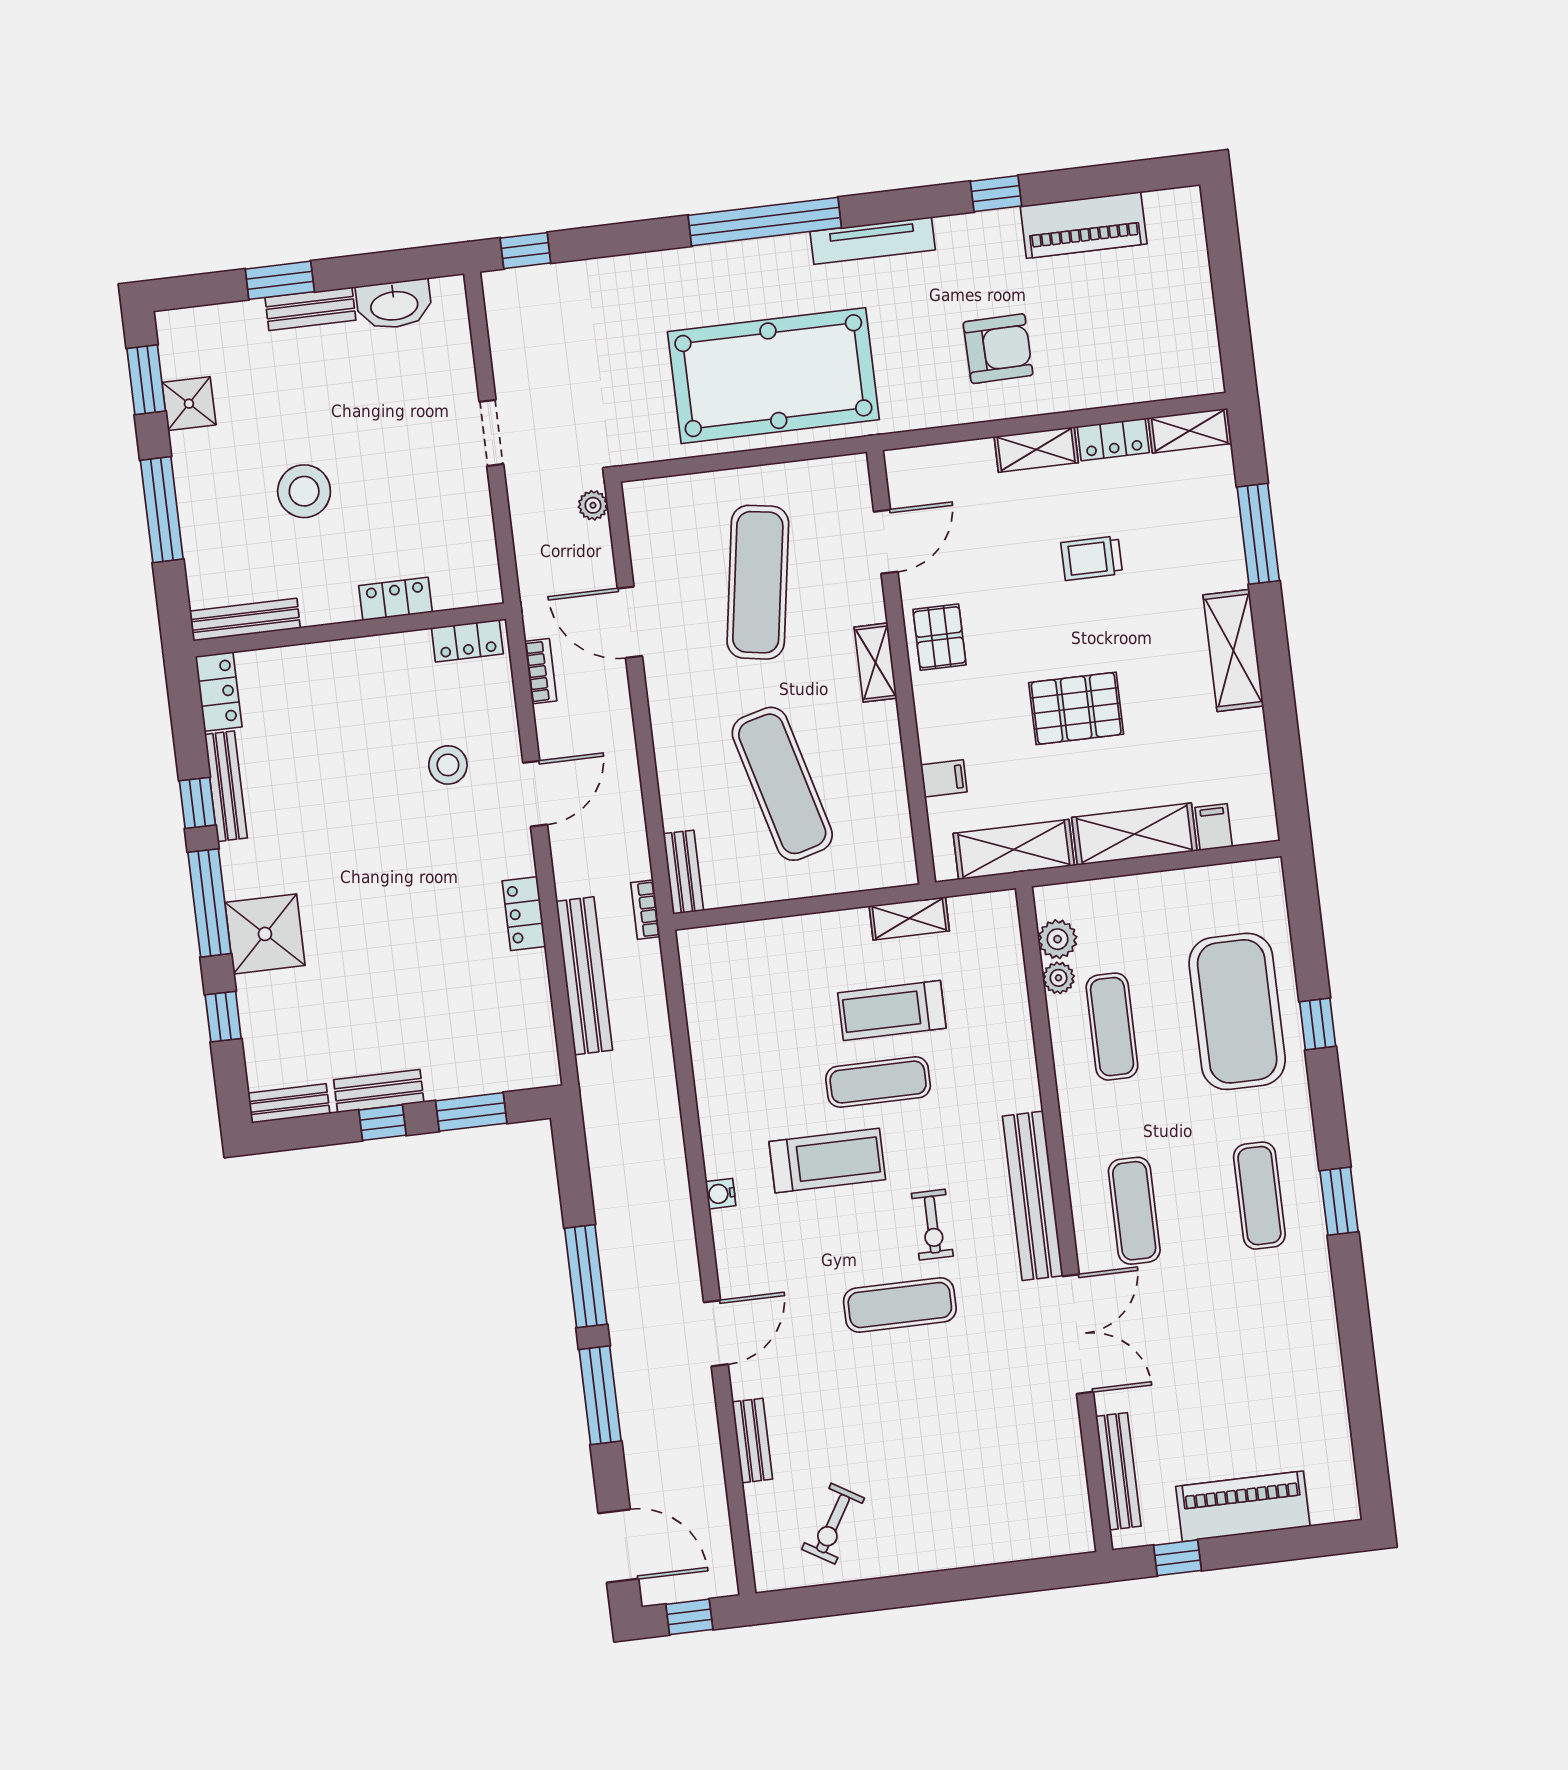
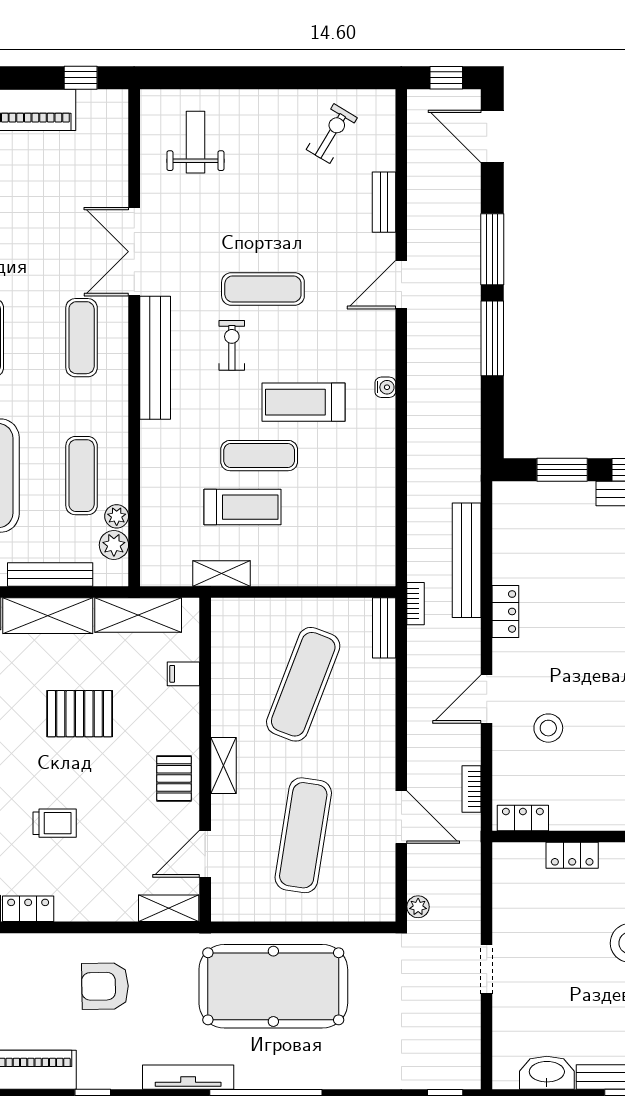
shelving: (1036, 450) -> (169, 908), moved
exercise mat: (782, 784) -> (303, 684), turned 36
bench: (1118, 1471) -> (50, 574), moved, turned 90
weight bench: (1014, 1490) -> (195, 142), added

